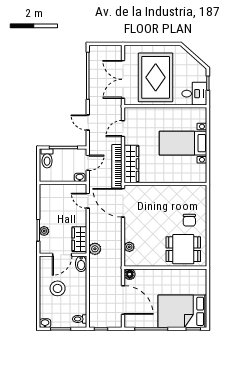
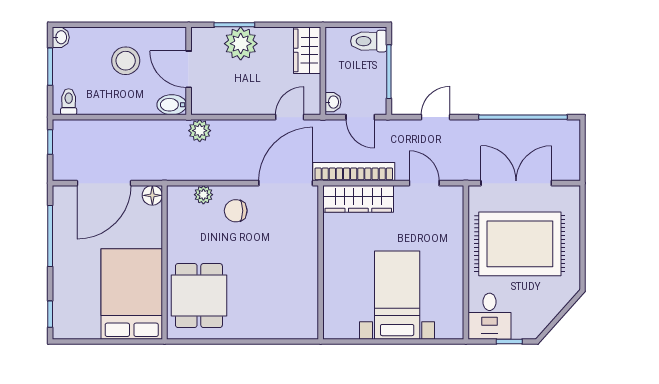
chair: (189, 220) -> (236, 211), moved
plant: (44, 231) -> (241, 44), width x1.88, depth x1.88
wardrobe: (79, 239) -> (307, 50), moved, turned -90
bed: (182, 311) -> (132, 294), moved

